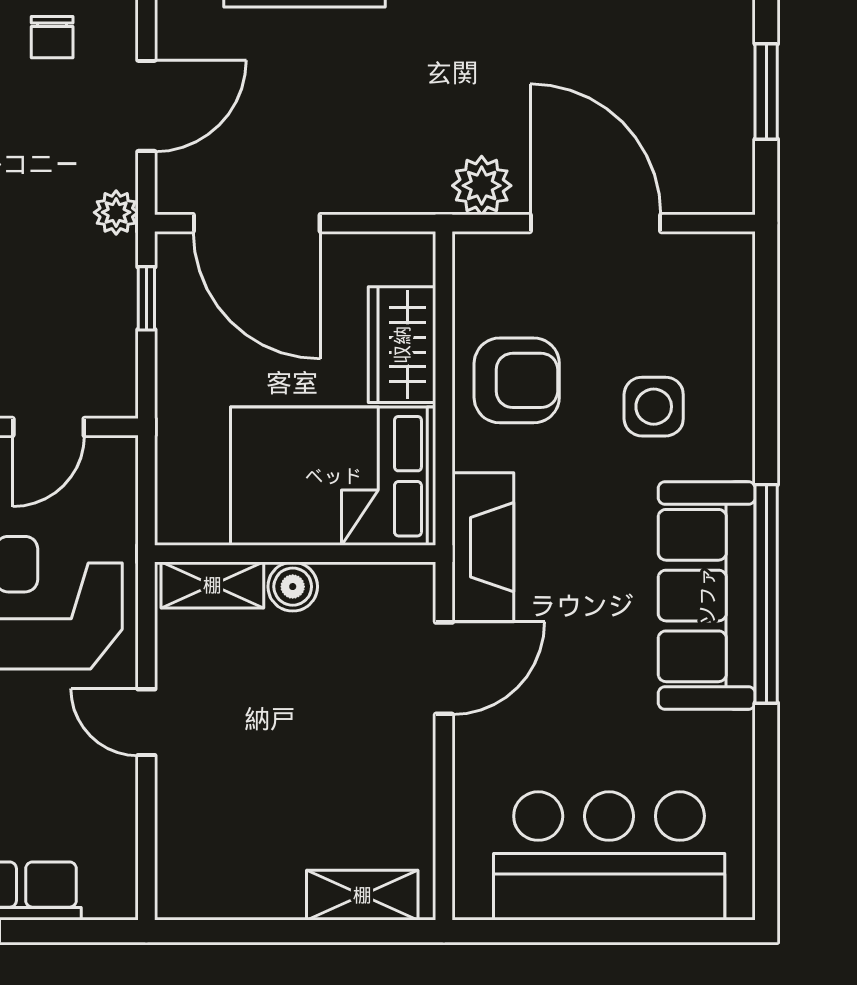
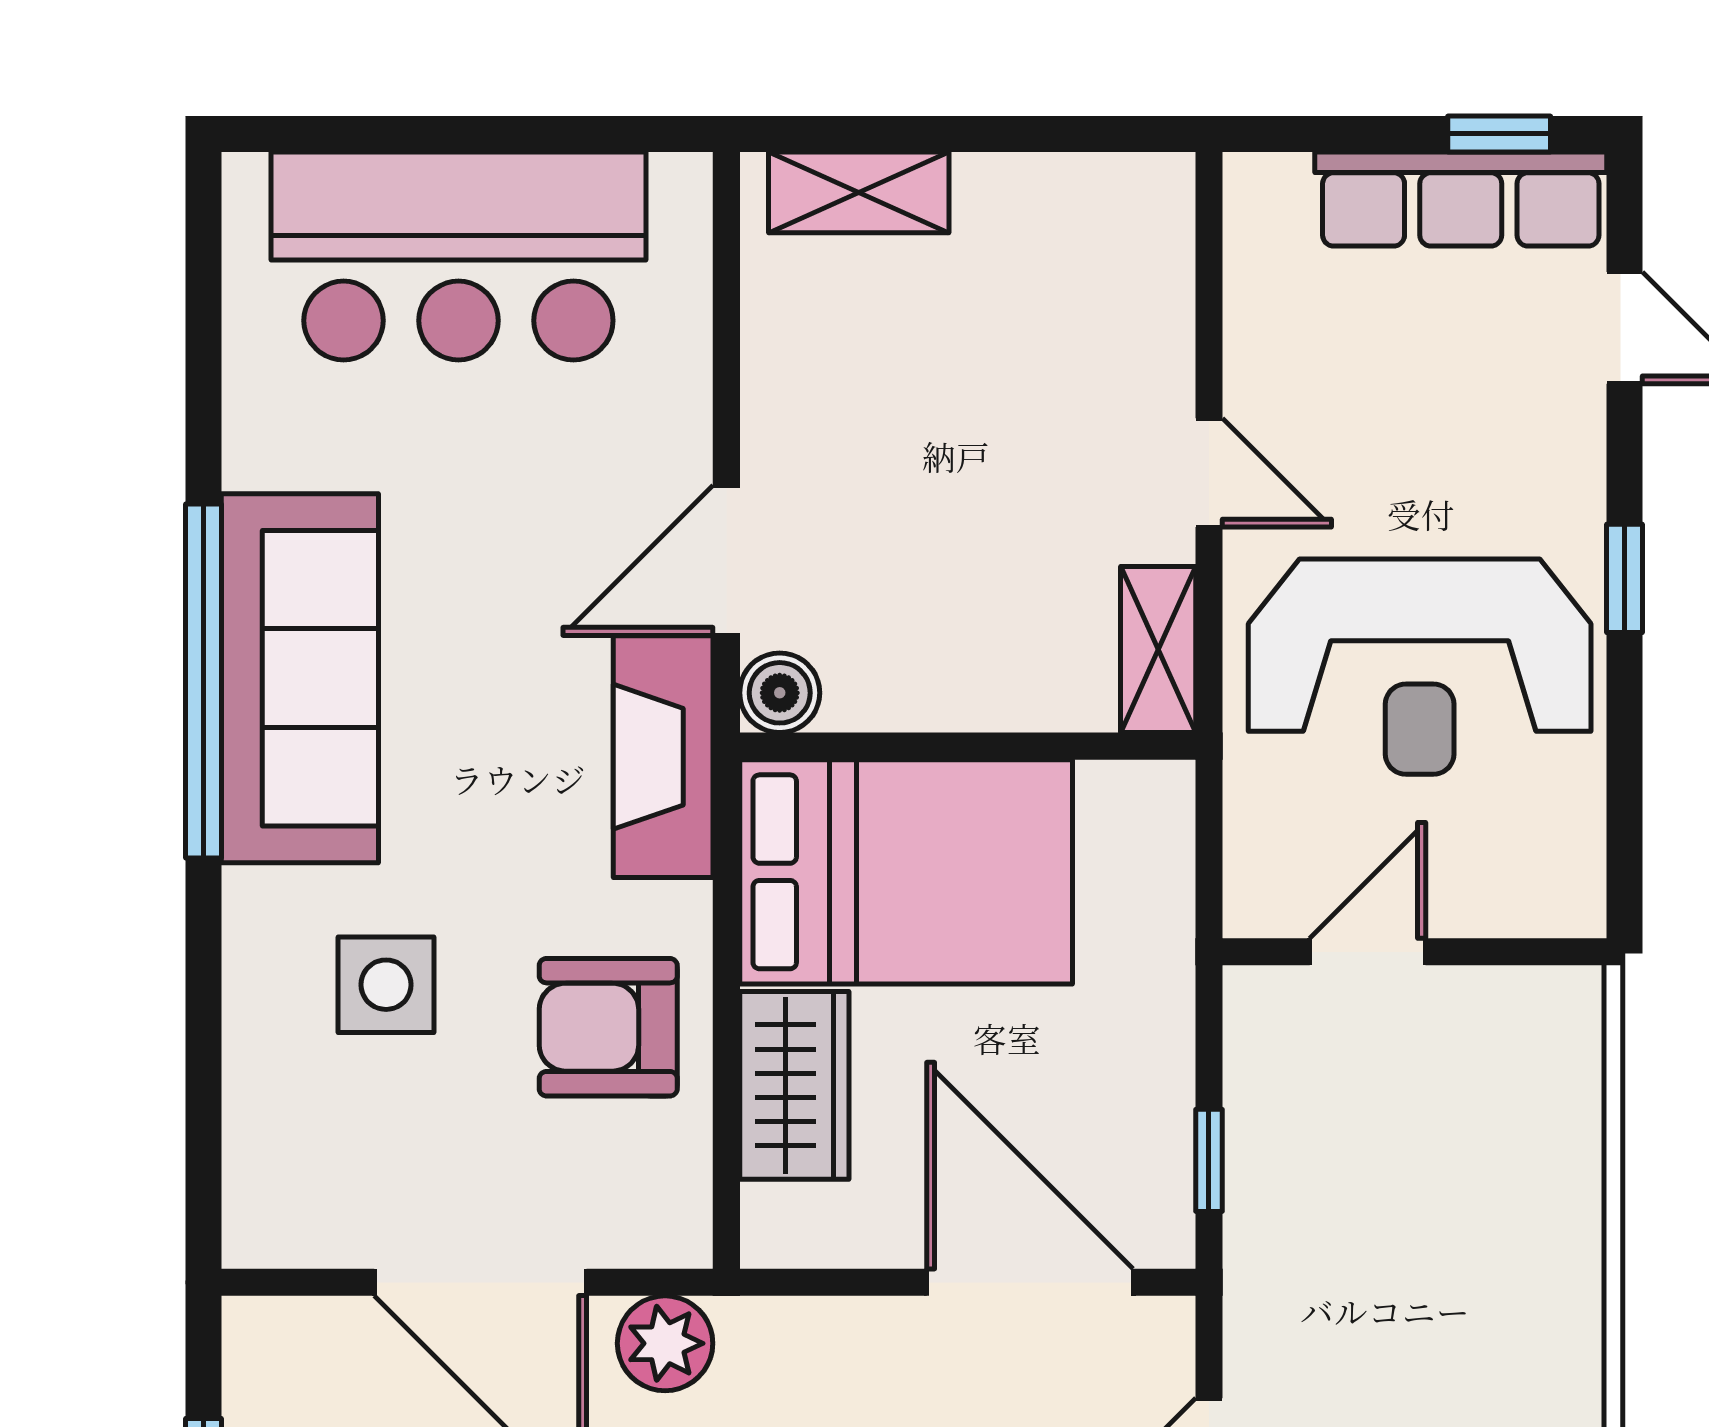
plant: (116, 212) -> (1258, 1300), removed
shelving: (212, 585) -> (1158, 650), moved, turned 90
boiler: (293, 587) -> (780, 693), moved

